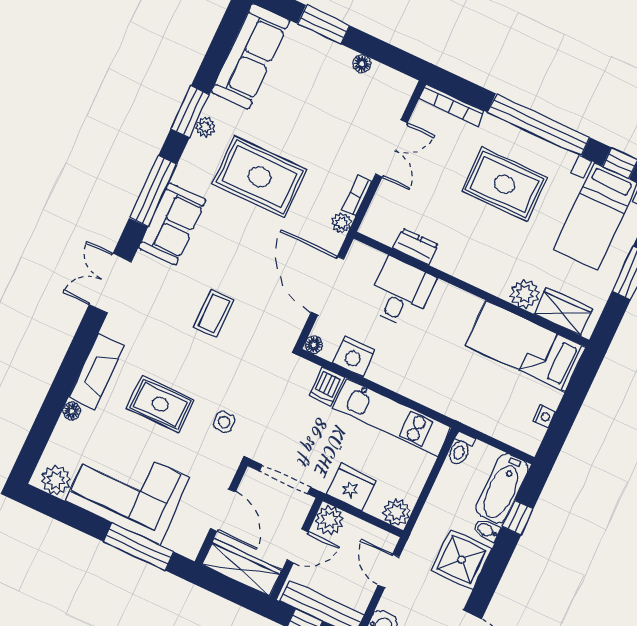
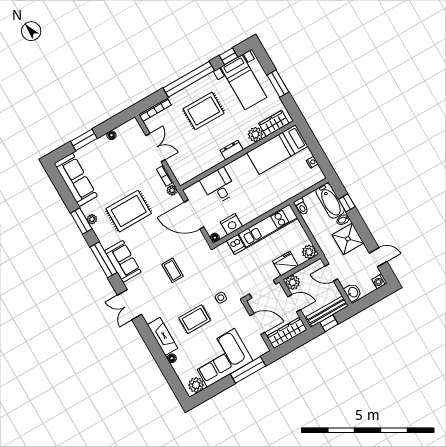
dresser: (416, 247) -> (232, 150), moved
door: (298, 546) -> (294, 303), hinge flipped

